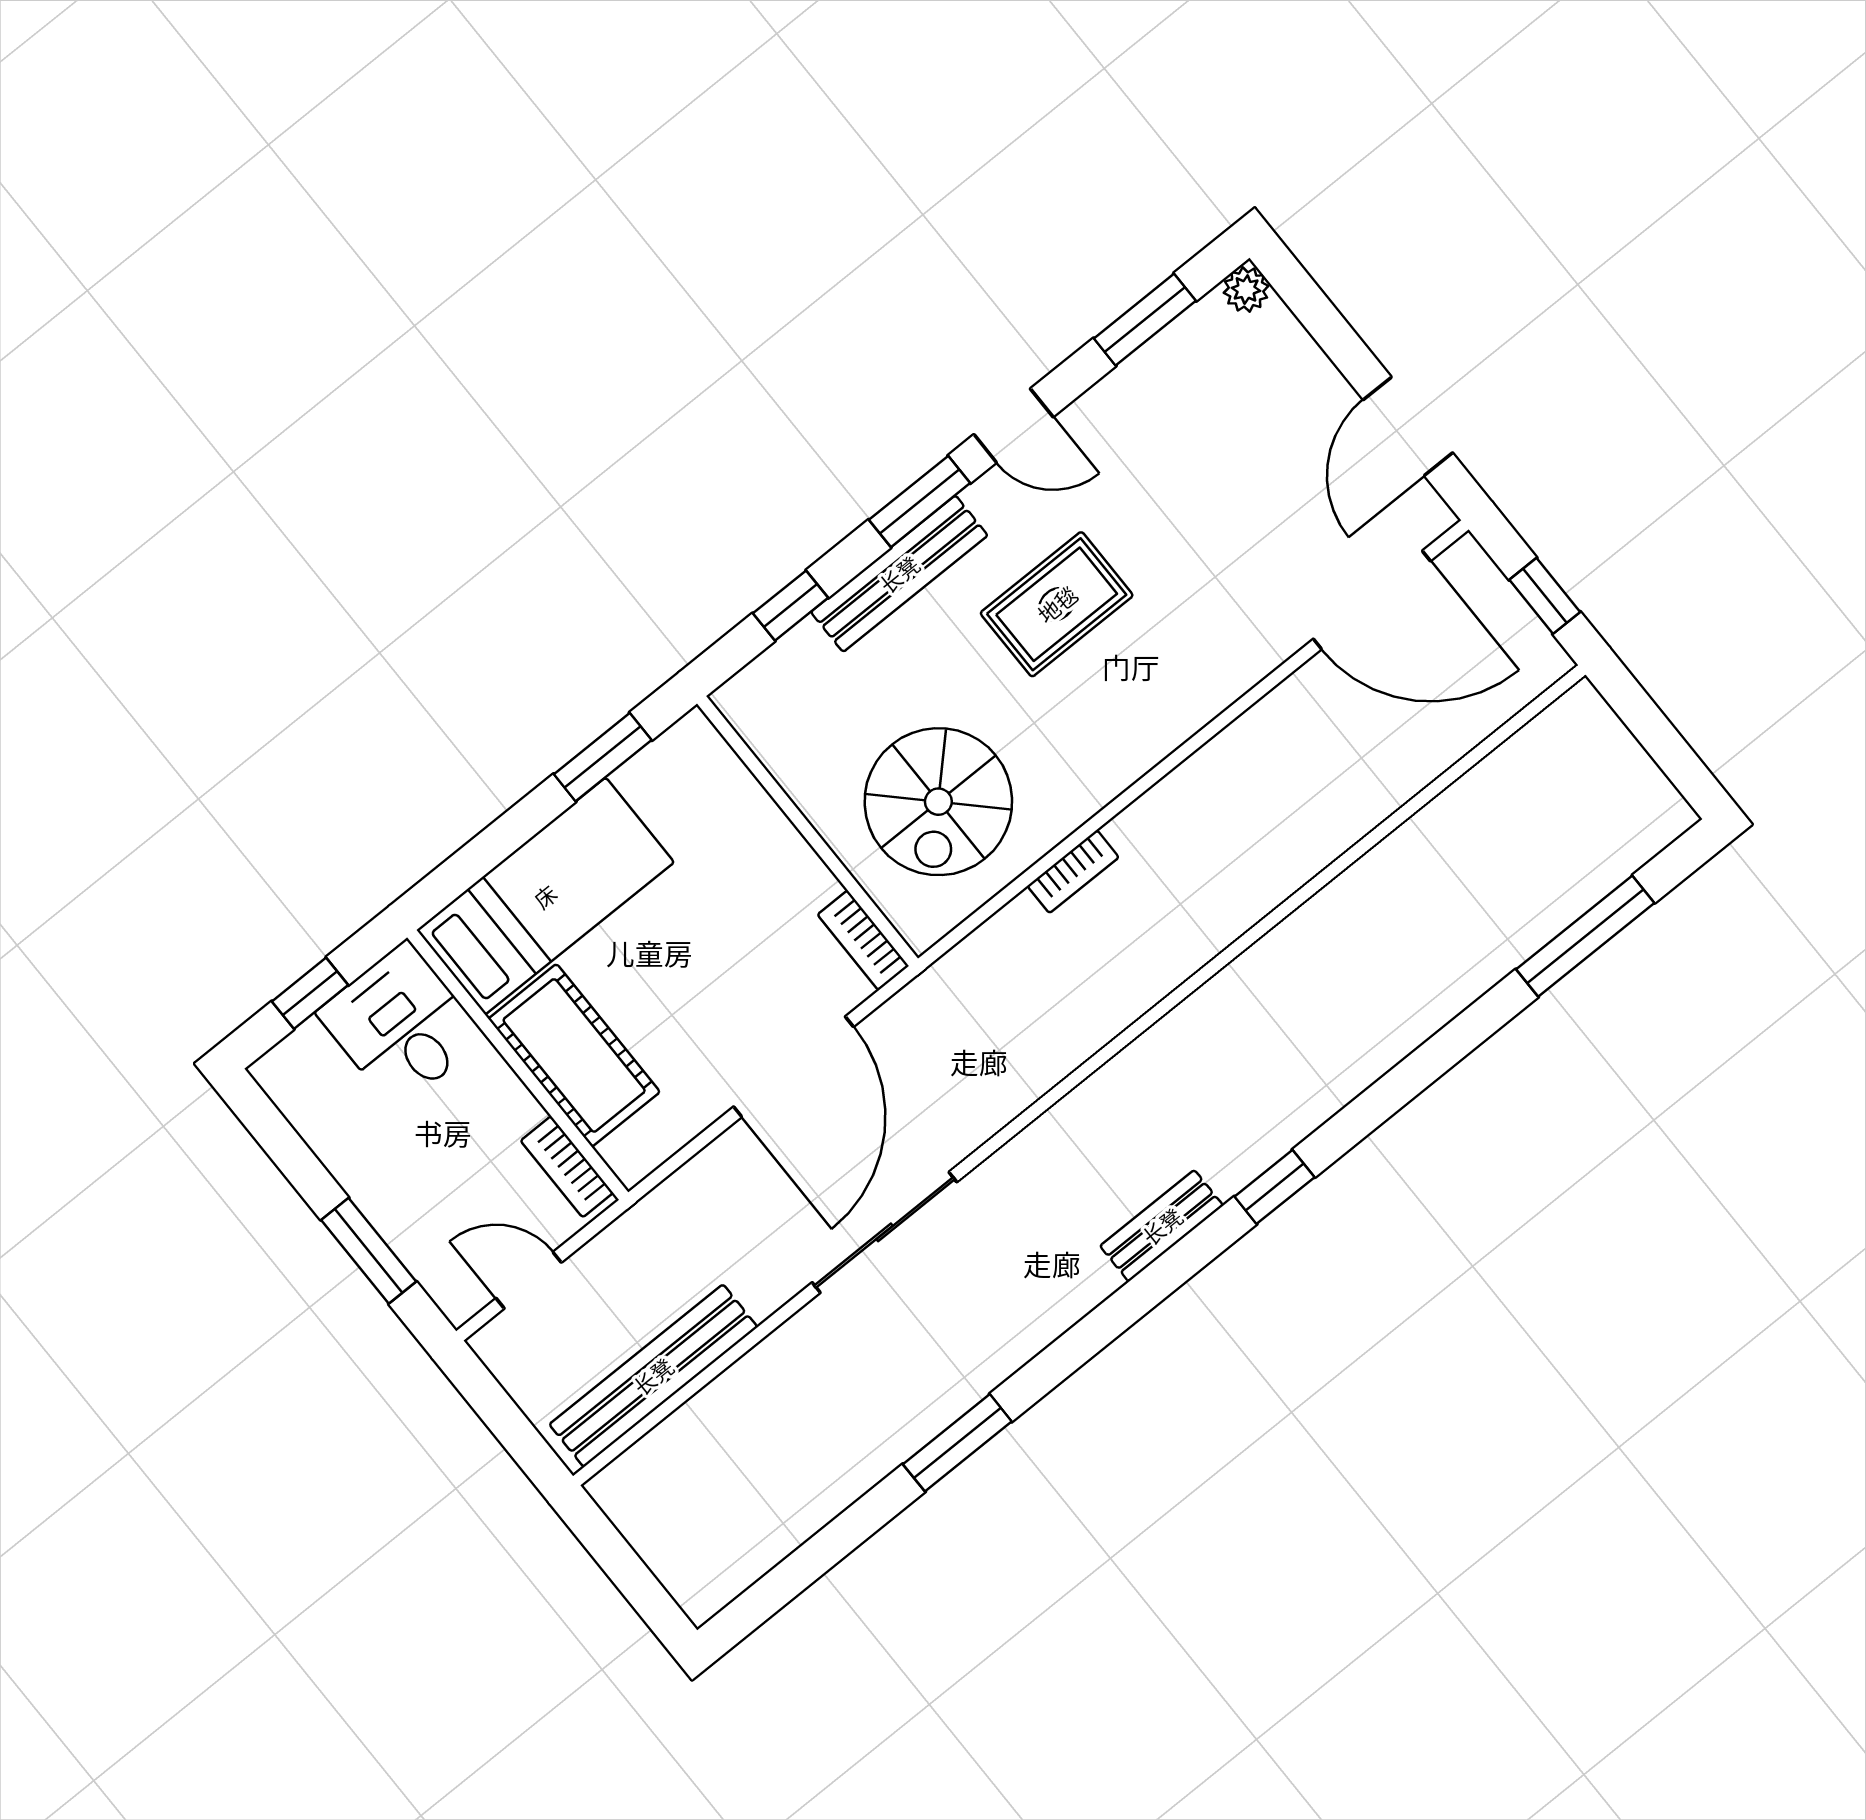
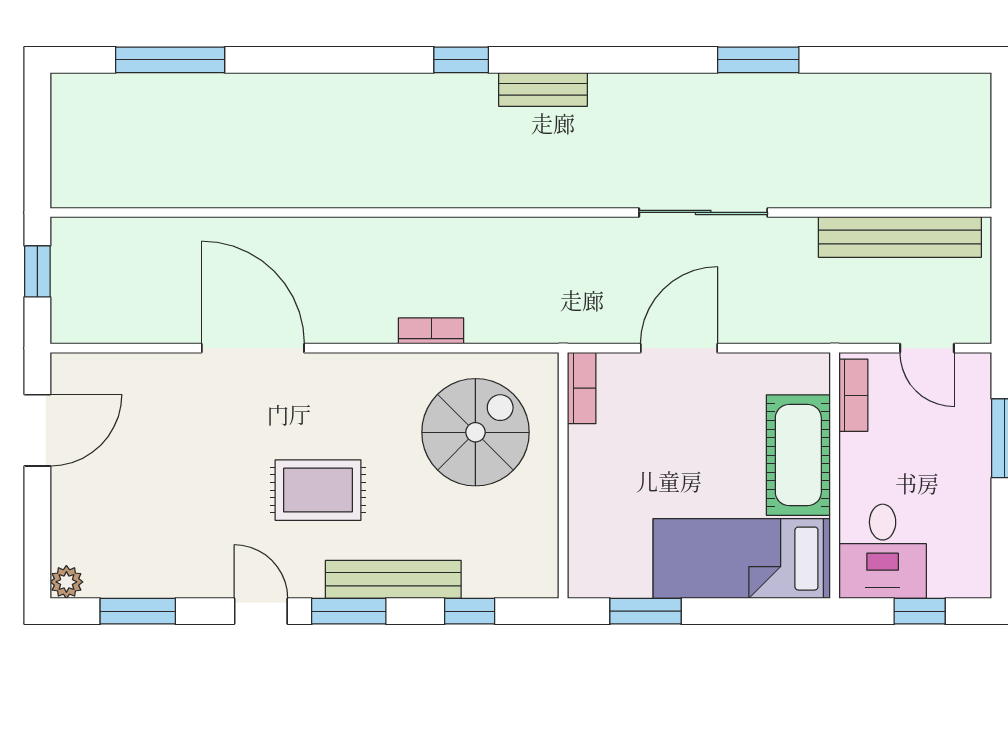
door: (1372, 600) -> (253, 348), moved
door: (793, 1067) -> (679, 348), width x0.73

